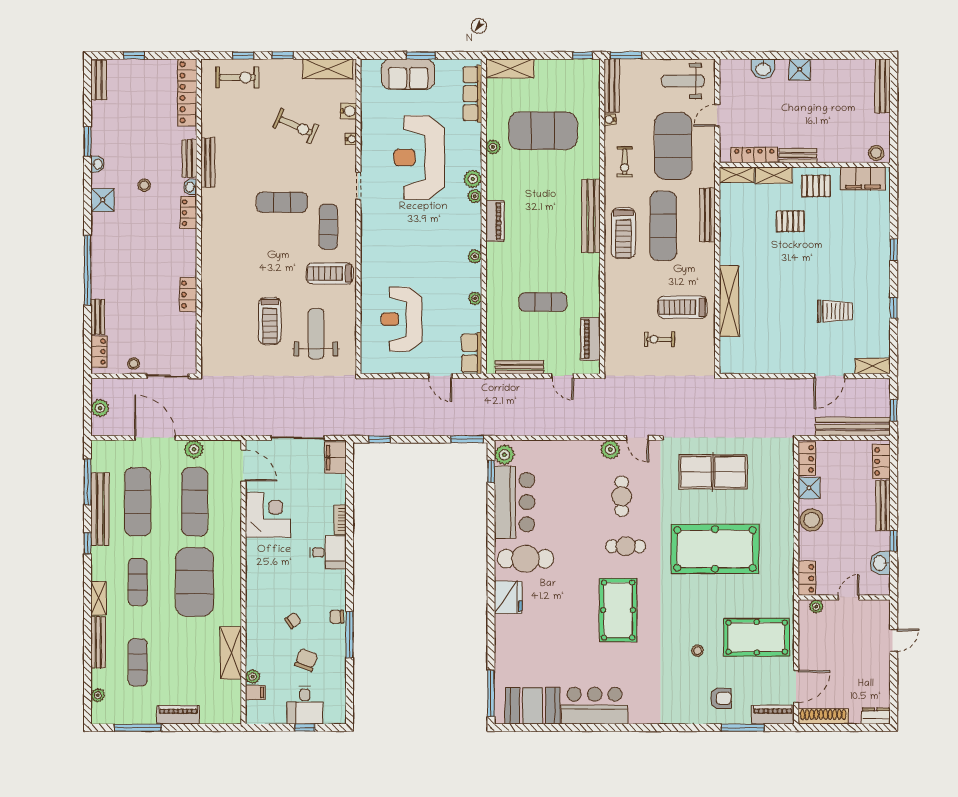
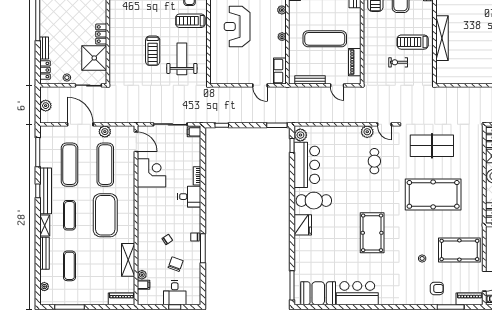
exercise mat: (543, 302) -> (325, 39), width x1.36, depth x1.45
reception desk: (402, 319) -> (237, 27), moved
shower: (177, 332) -> (94, 58), added
filing cabinet: (335, 458) -> (194, 132), width x0.50
bench: (100, 509) -> (46, 191), moved
cafe table: (626, 546) -> (377, 193), removed
piano: (178, 715) -> (122, 299), moved

